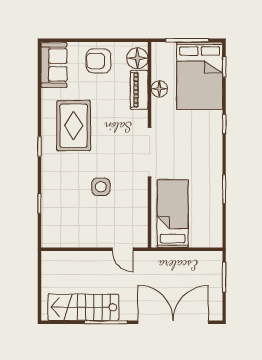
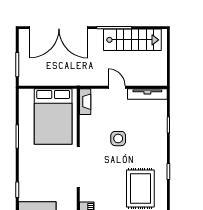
bed: (173, 214) -> (53, 117), width x1.50
fireplace: (141, 232) -> (85, 102), added
tv unit: (65, 241) -> (147, 94), added
door: (123, 249) -> (117, 87), moved

